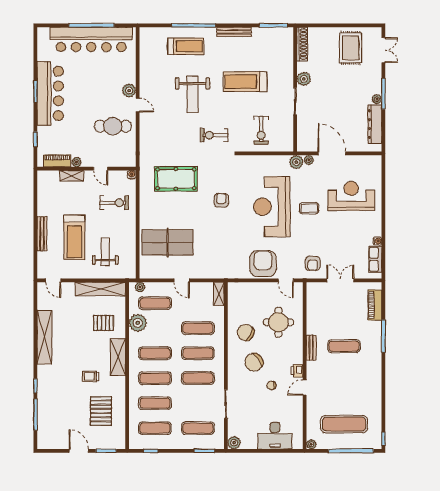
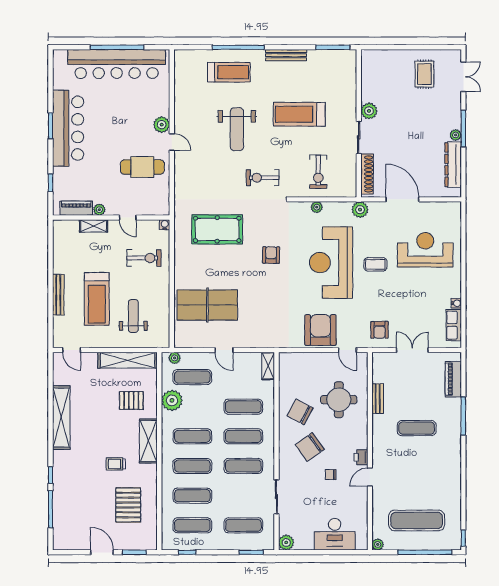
shoe rack: (302, 44) -> (367, 174), moved
rug: (351, 48) -> (424, 74), width x0.73, depth x0.70
plant: (309, 160) -> (317, 207), moved
bench: (311, 348) -> (378, 399), moved

